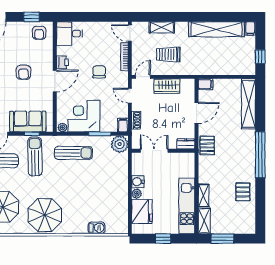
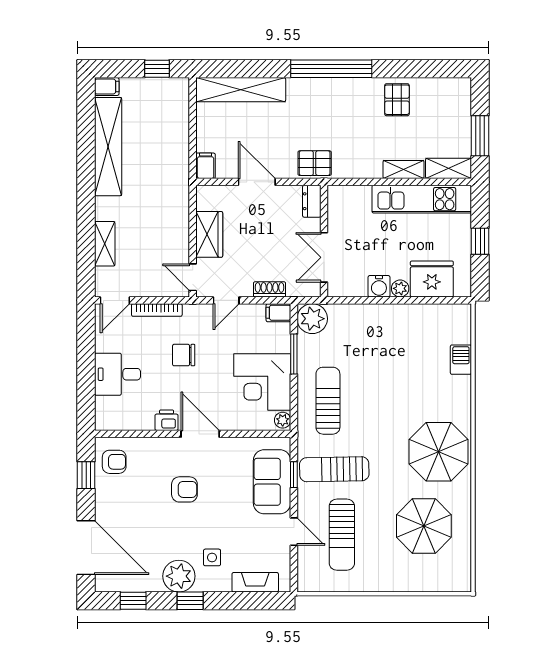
desk: (69, 34) -> (118, 374), moved, turned 90
trolley: (168, 54) -> (153, 232), removed
pallet: (243, 192) -> (397, 100), turned 90

